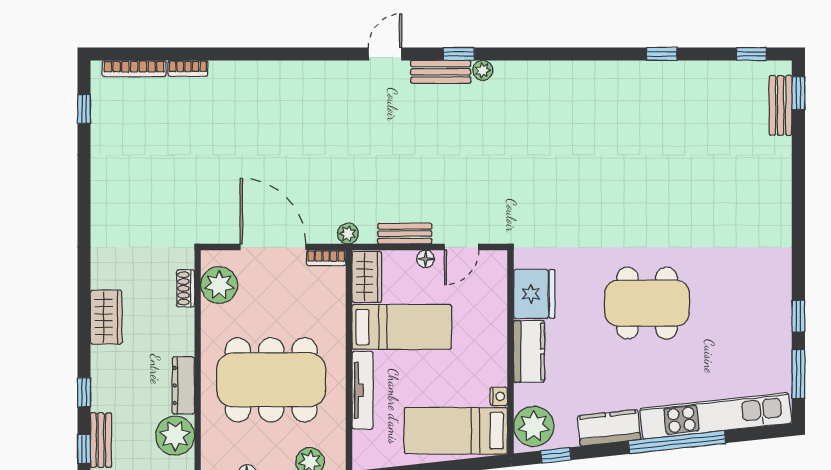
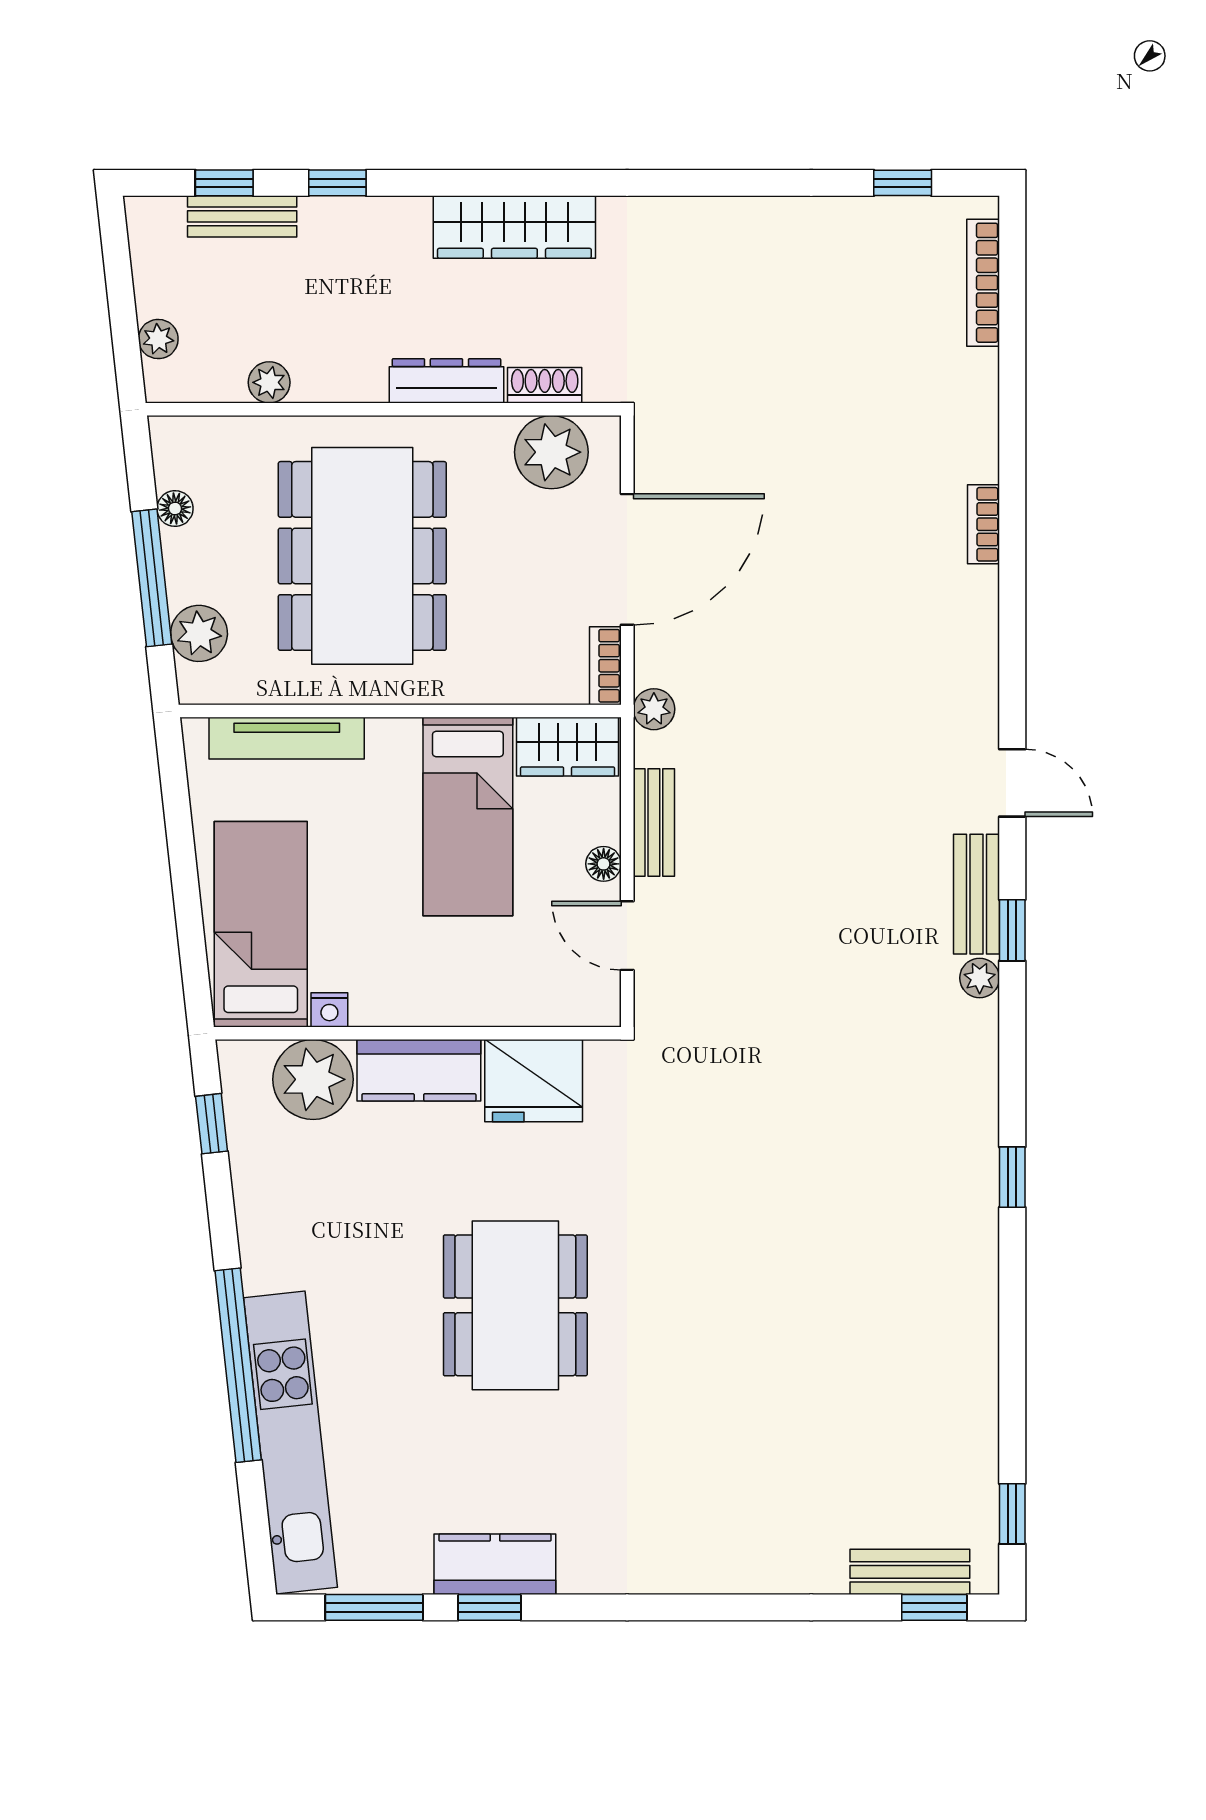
window: (662, 54) -> (1012, 1177), moved
bookcase: (188, 68) -> (984, 524), moved
wardrobe: (106, 317) -> (514, 227), width x1.50
dresser: (183, 385) -> (446, 381), moved
tv unit: (363, 390) -> (287, 738), moved
plant: (534, 426) -> (313, 1079), moved
kitchen counter: (609, 428) -> (495, 1564), moved, turned -84
plant: (175, 436) -> (269, 382), width x0.53, depth x0.53

